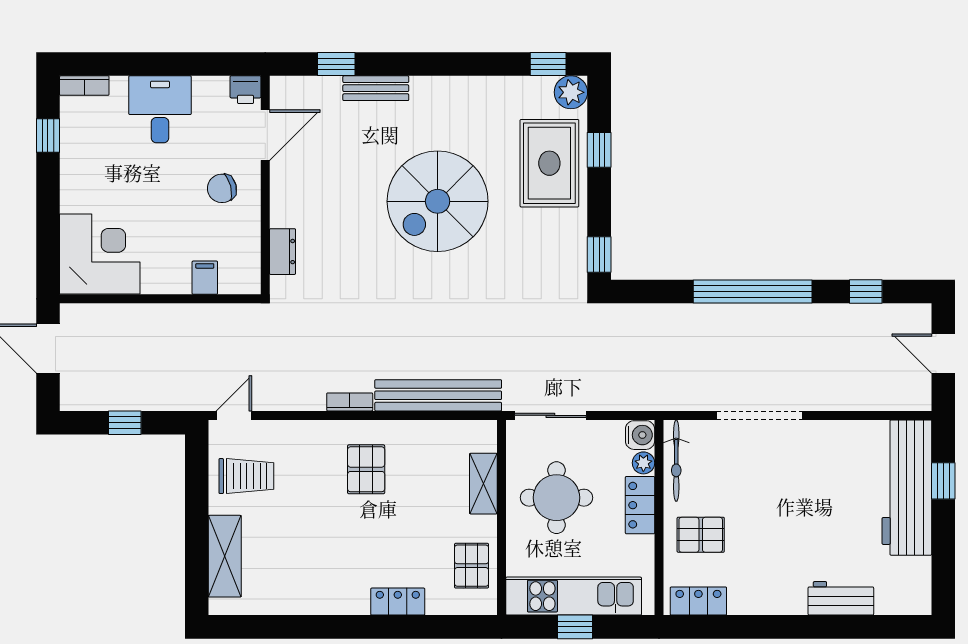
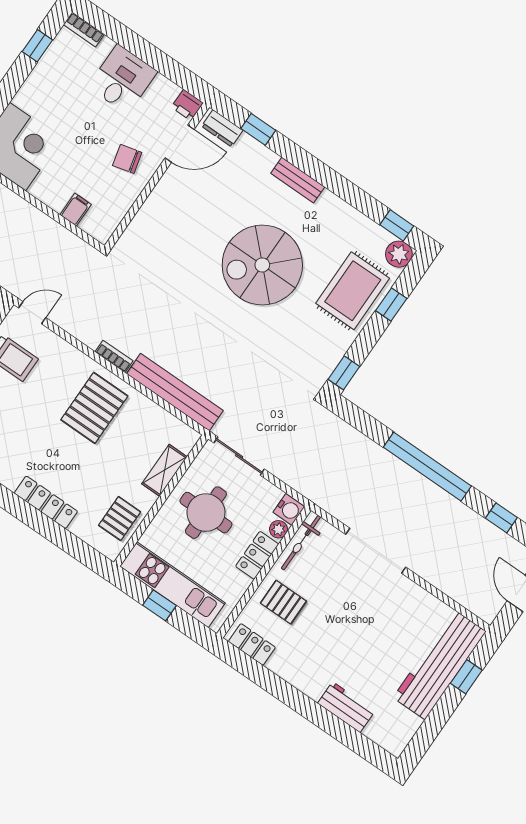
bench: (376, 88) -> (298, 180), moved
dresser: (283, 252) -> (222, 128), moved, turned 90
pallet: (366, 469) -> (94, 408), width x1.50, depth x1.42
locker: (398, 602) -> (46, 502), width x1.53

